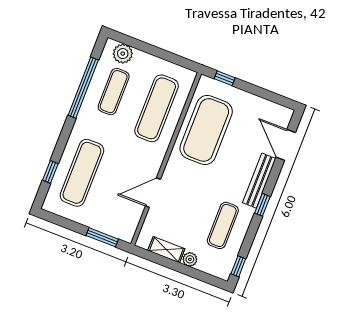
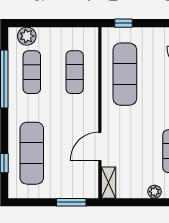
exercise mat: (157, 108) -> (75, 72), width x0.73, depth x0.69
exercise mat: (206, 130) -> (125, 74), width x0.68
shelving: (166, 250) -> (109, 183), moved, turned 90

